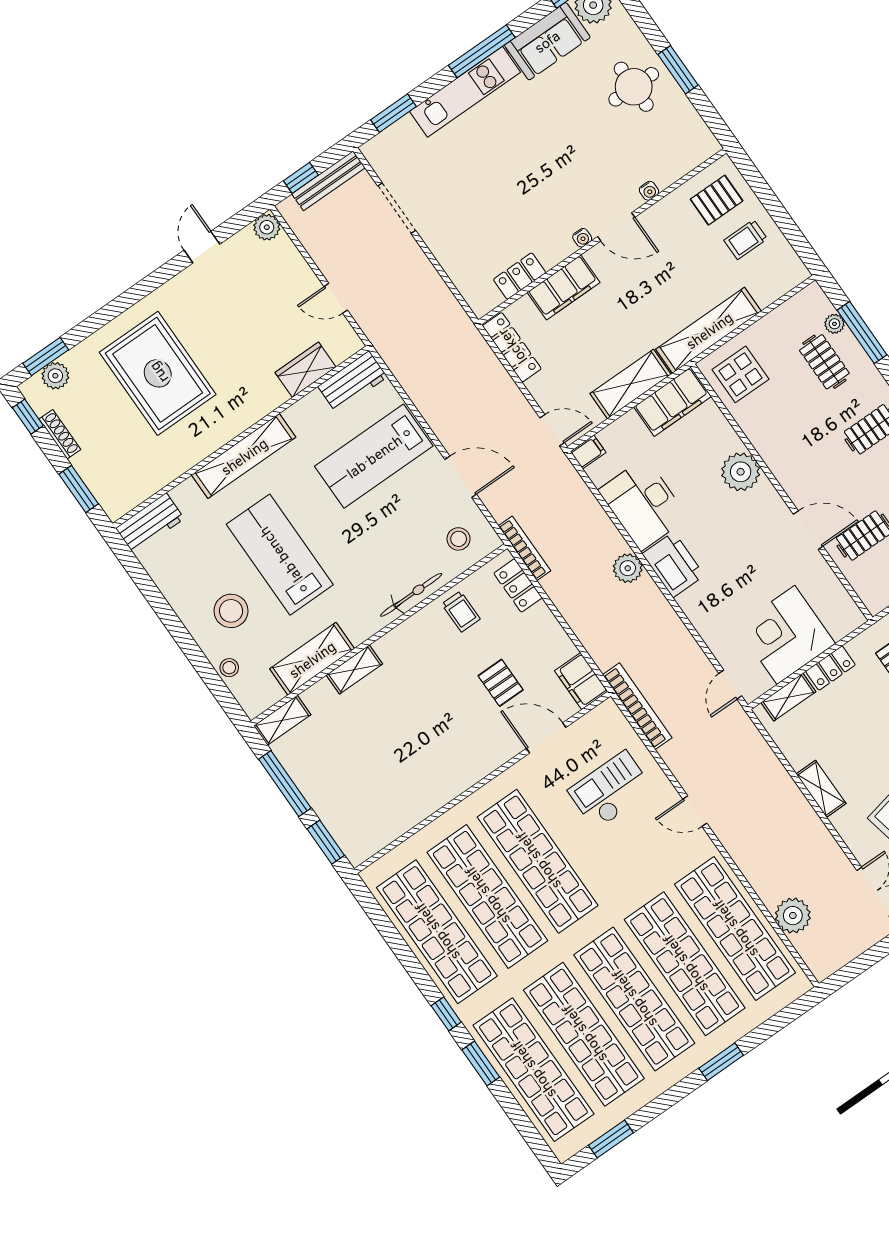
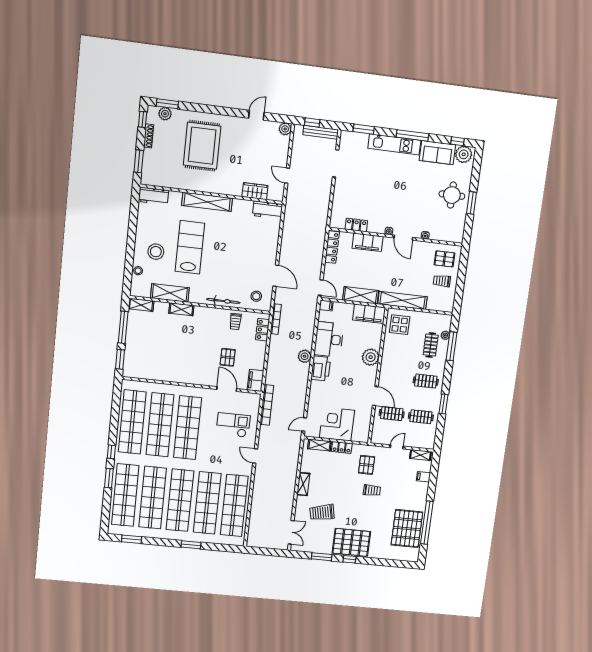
lab bench: (374, 456) -> (252, 242), removed
plant: (793, 916) -> (257, 517), removed

